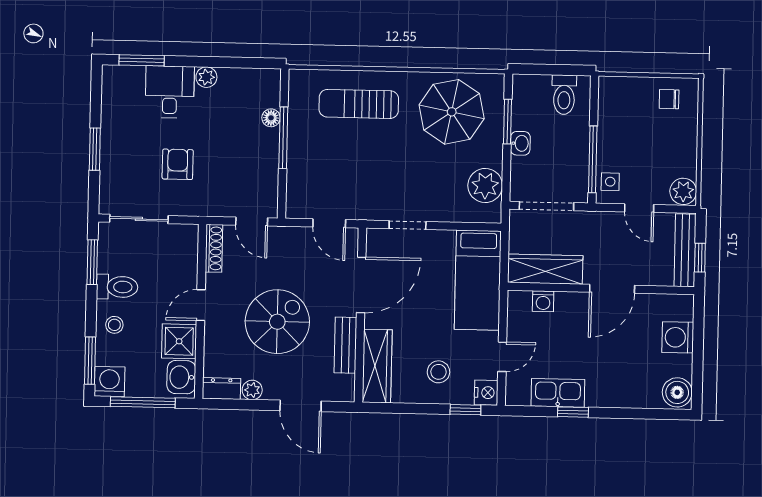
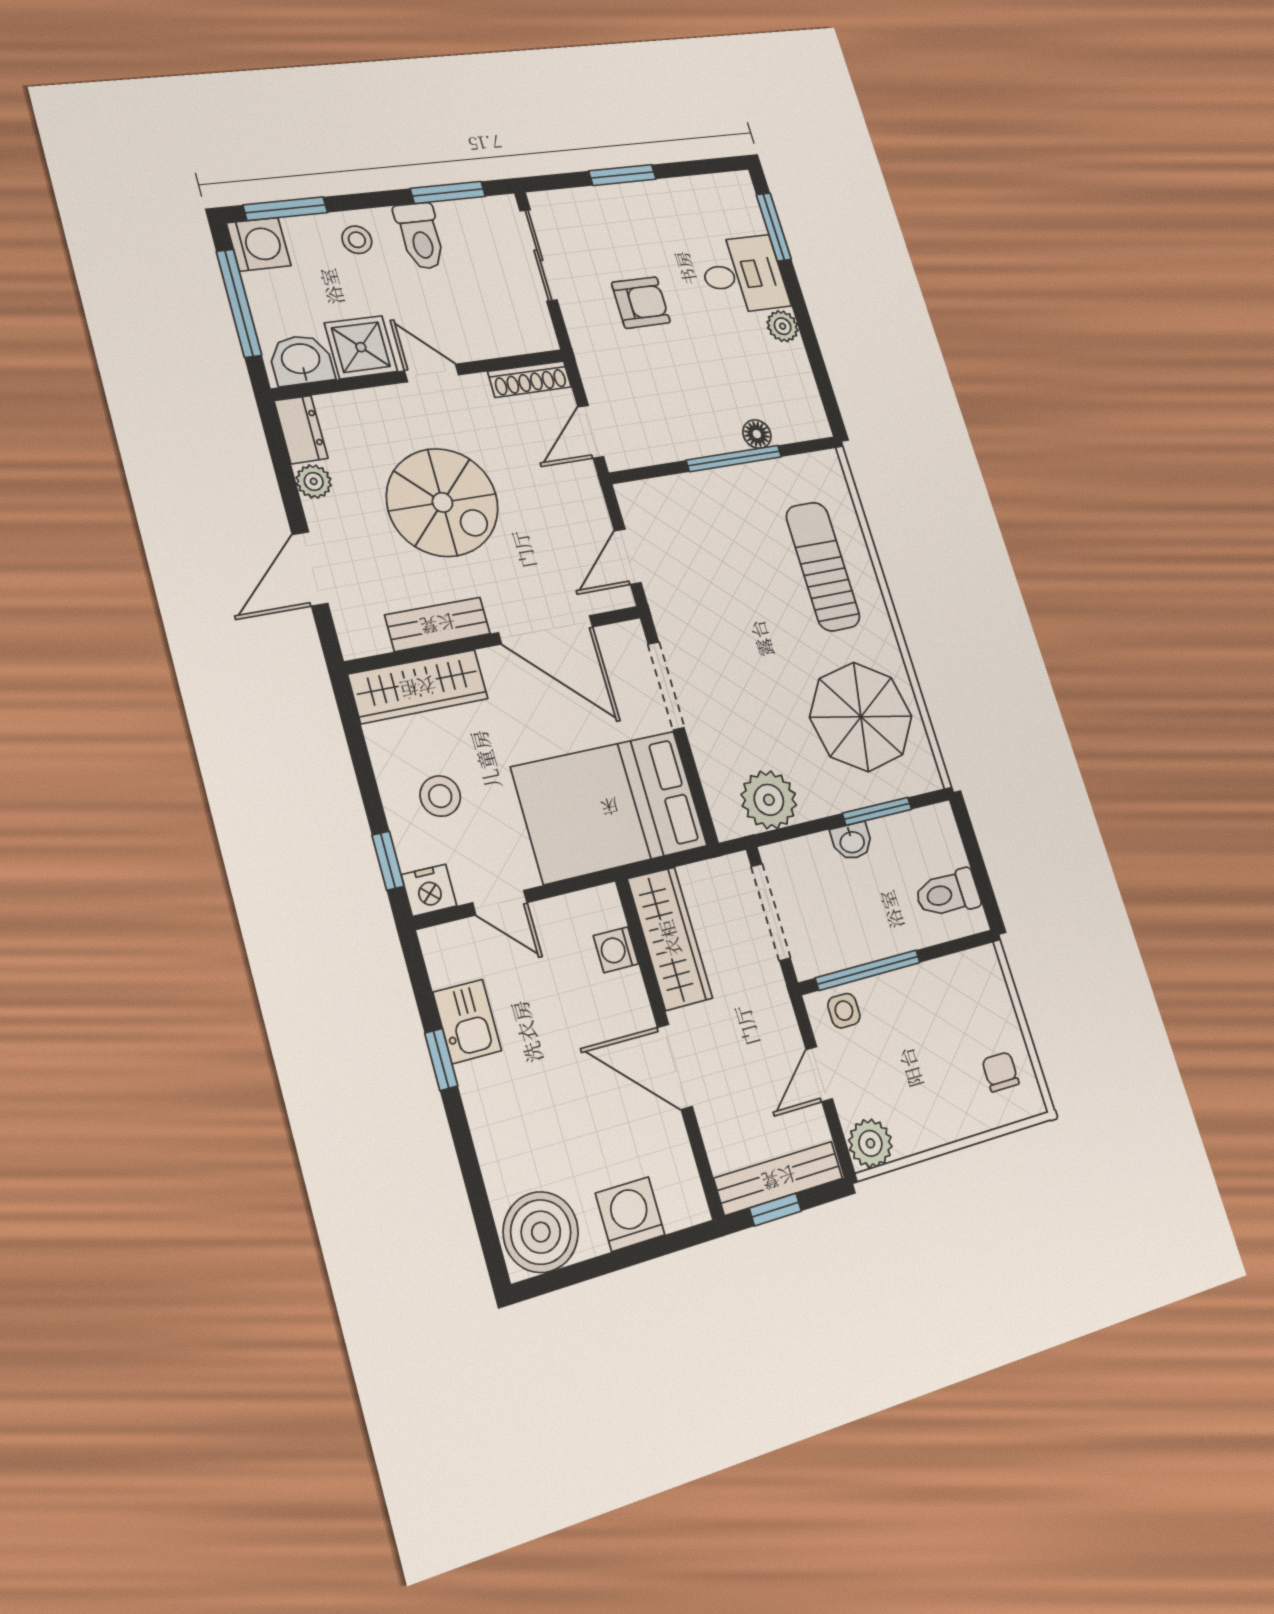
doorway: (408, 225) -> (666, 686), width x1.38
bed: (478, 280) -> (610, 807), width x1.50
boiler: (677, 392) -> (541, 1232), width x1.37, depth x1.37
kitchen sink: (558, 393) -> (467, 1021), width x0.73

